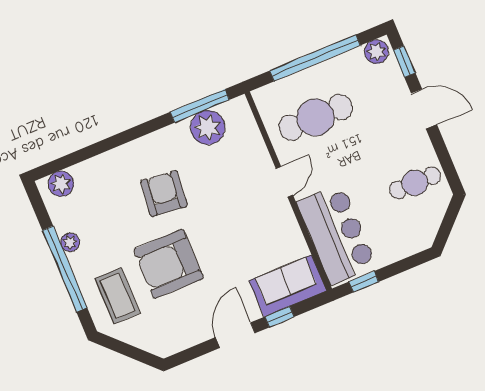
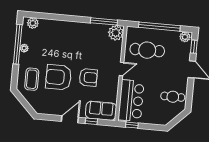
plant: (208, 128) -> (116, 33), moved
armchair: (164, 194) -> (88, 77), moved, turned 84
window: (65, 269) -> (18, 44), moved

